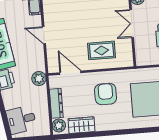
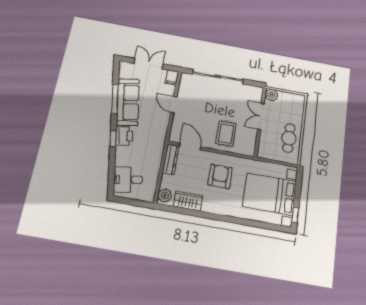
rug: (102, 50) -> (226, 134), turned 90
plant: (39, 79) -> (157, 144), removed
dresser: (56, 103) -> (171, 159), moved

